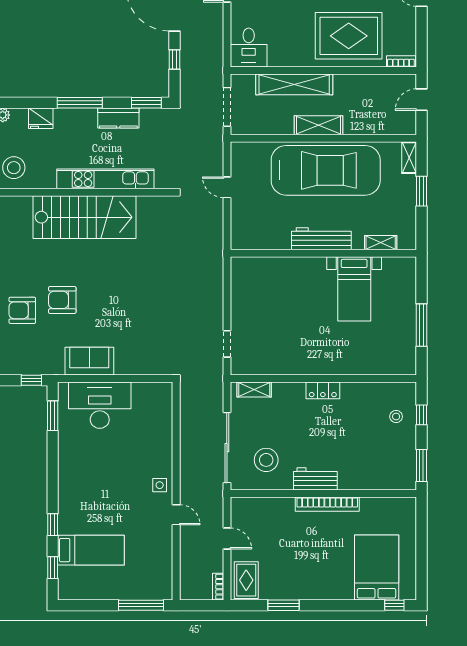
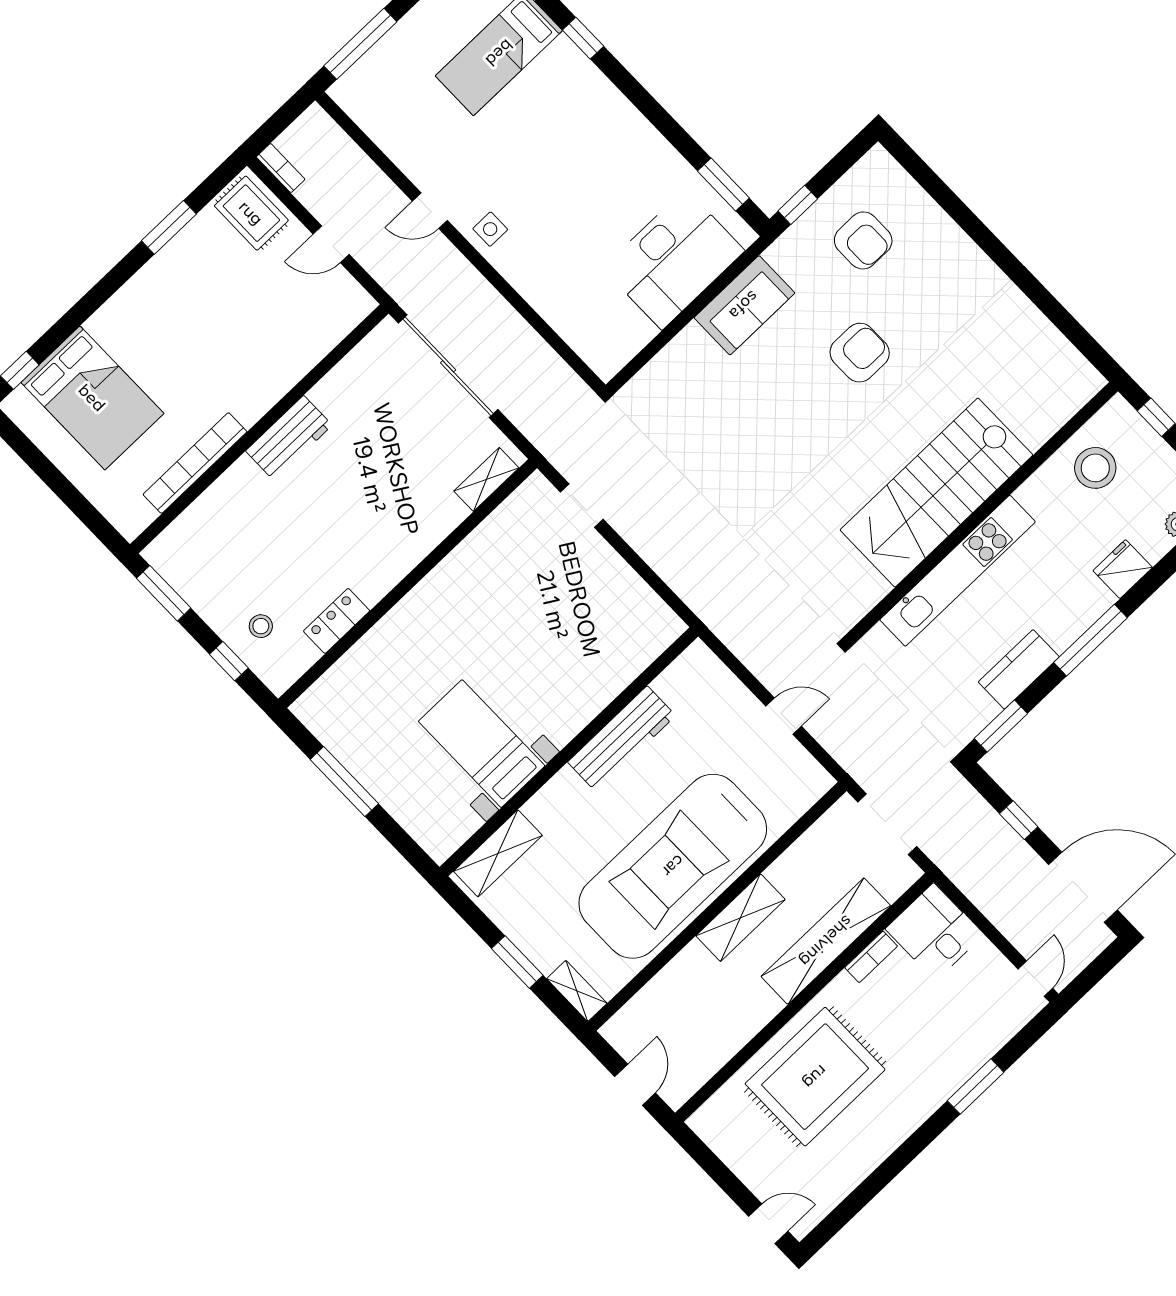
bookcase: (401, 61) -> (871, 957), moved
workbench: (321, 239) -> (622, 739), moved
shelving: (381, 243) -> (498, 853), width x1.50, depth x1.33
armchair: (22, 310) -> (863, 240), moved, turned 90
locker: (323, 390) -> (337, 621), moved
stool: (266, 460) -> (379, 400), removed
bookcase: (327, 504) -> (195, 463), moved

